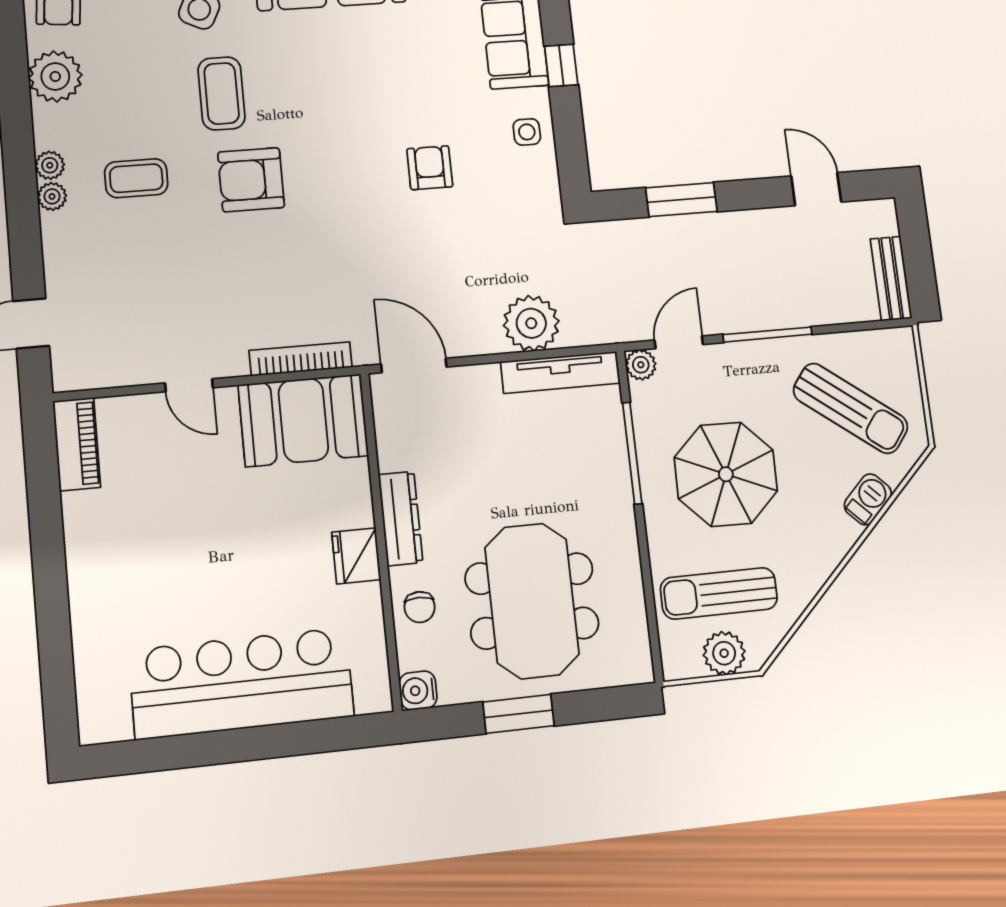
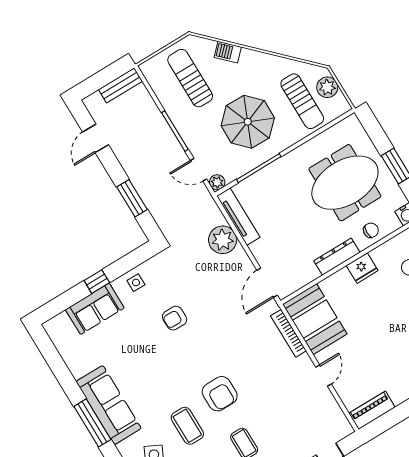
coffee table: (222, 93) -> (187, 426), turned 90
sun lounger: (851, 408) -> (190, 78), turned -37

